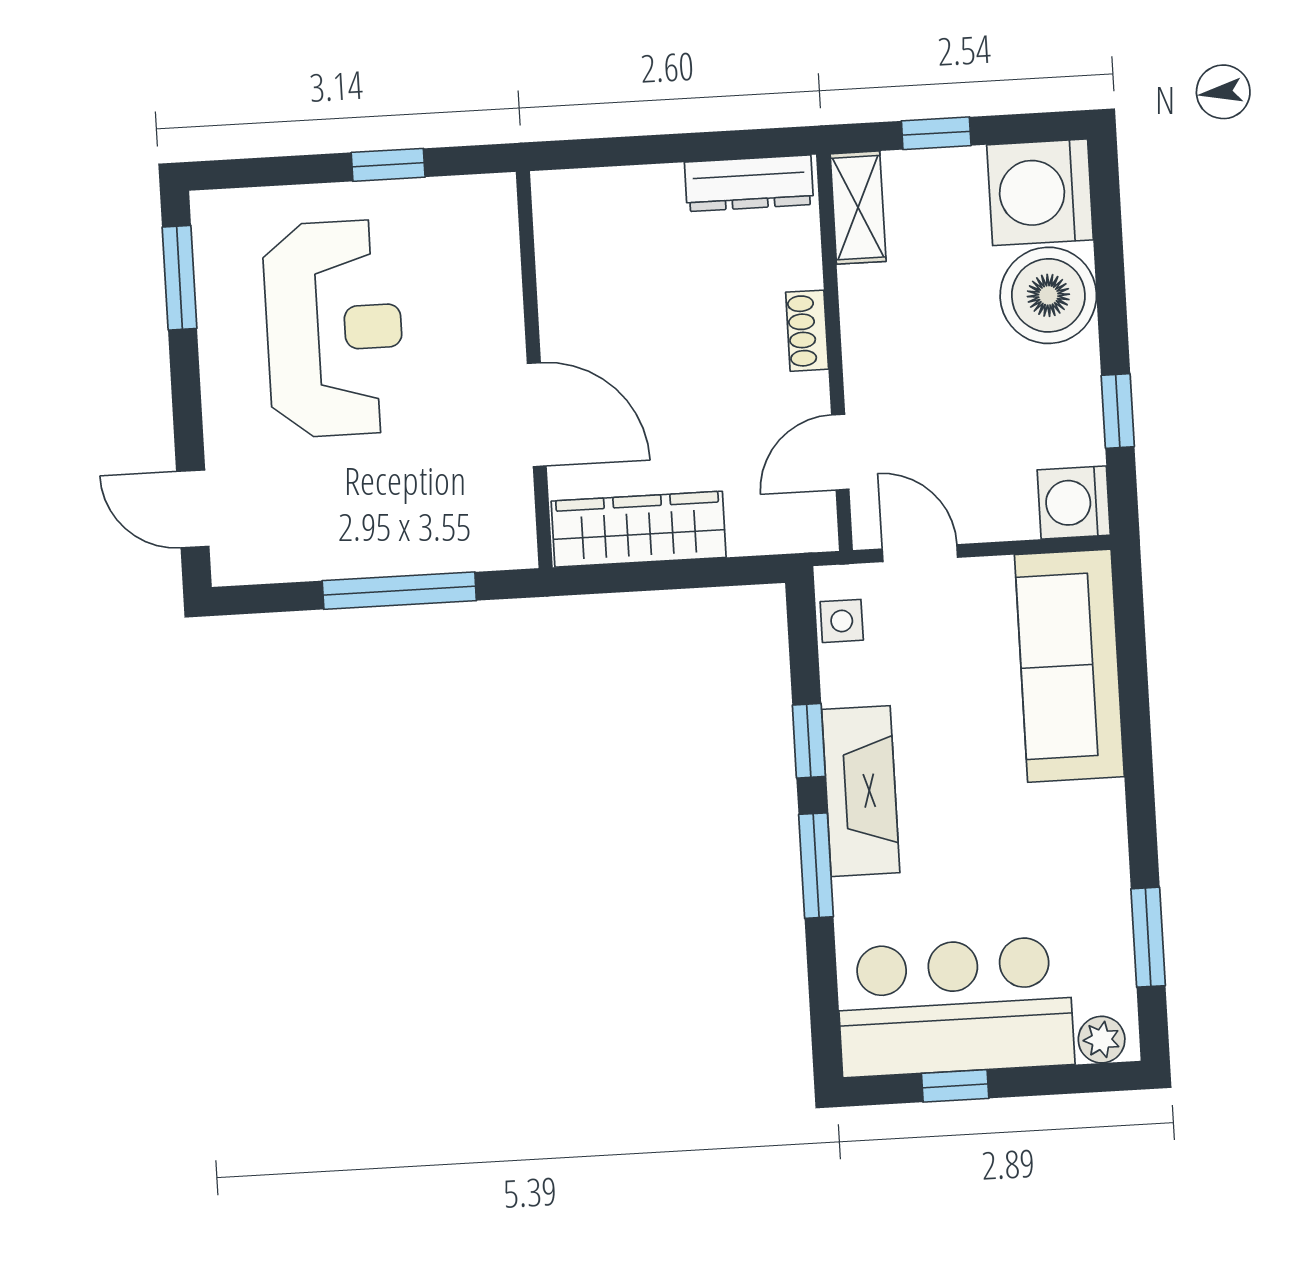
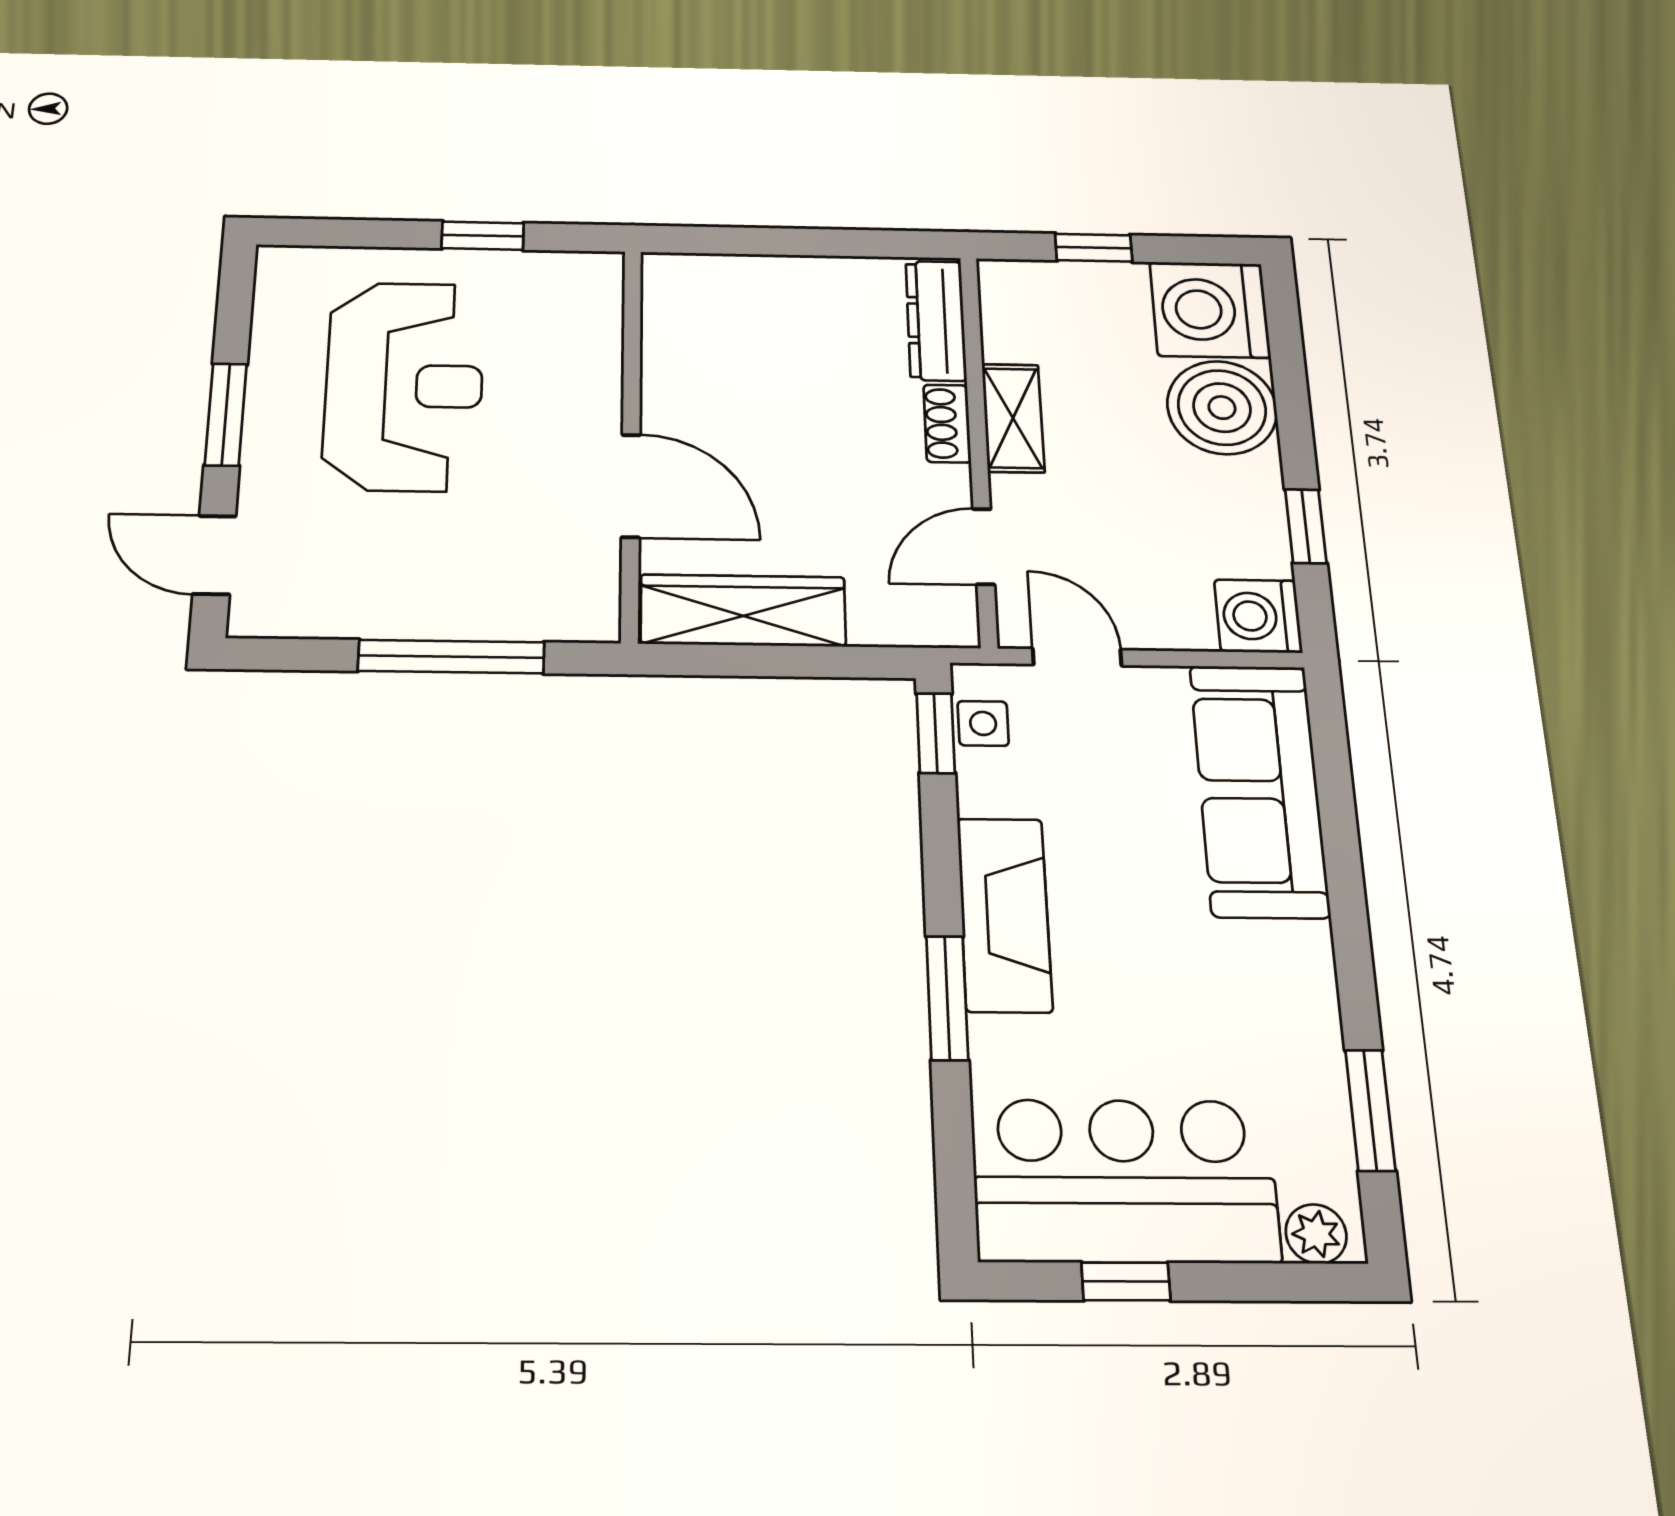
dresser: (749, 183) -> (936, 320), moved, turned 90
shelving: (858, 208) -> (1013, 418), moved
window: (180, 278) -> (226, 414), moved
window: (809, 741) -> (936, 733), moved

